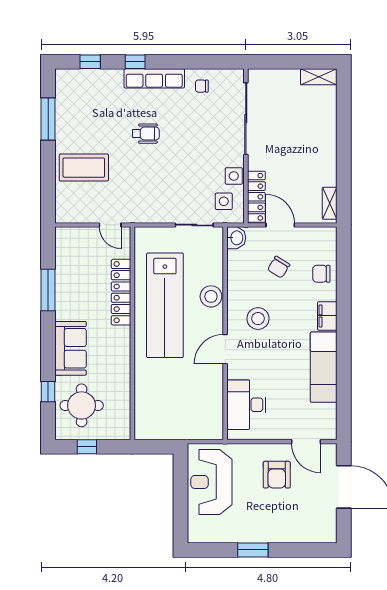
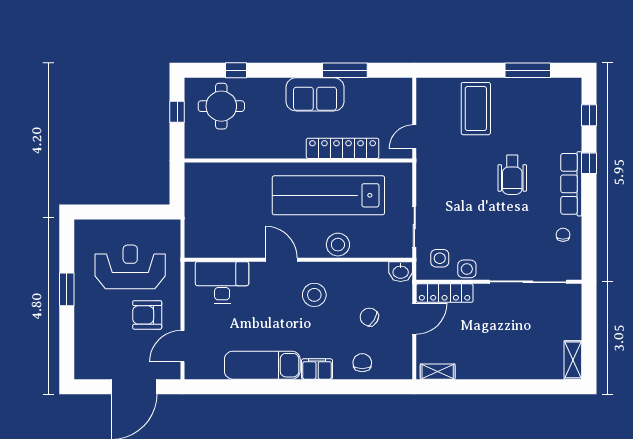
wheelchair: (146, 134) -> (512, 175), width x1.36, depth x1.37
sofa: (71, 348) -> (315, 94), moved
reception desk: (211, 482) -> (130, 267), moved

